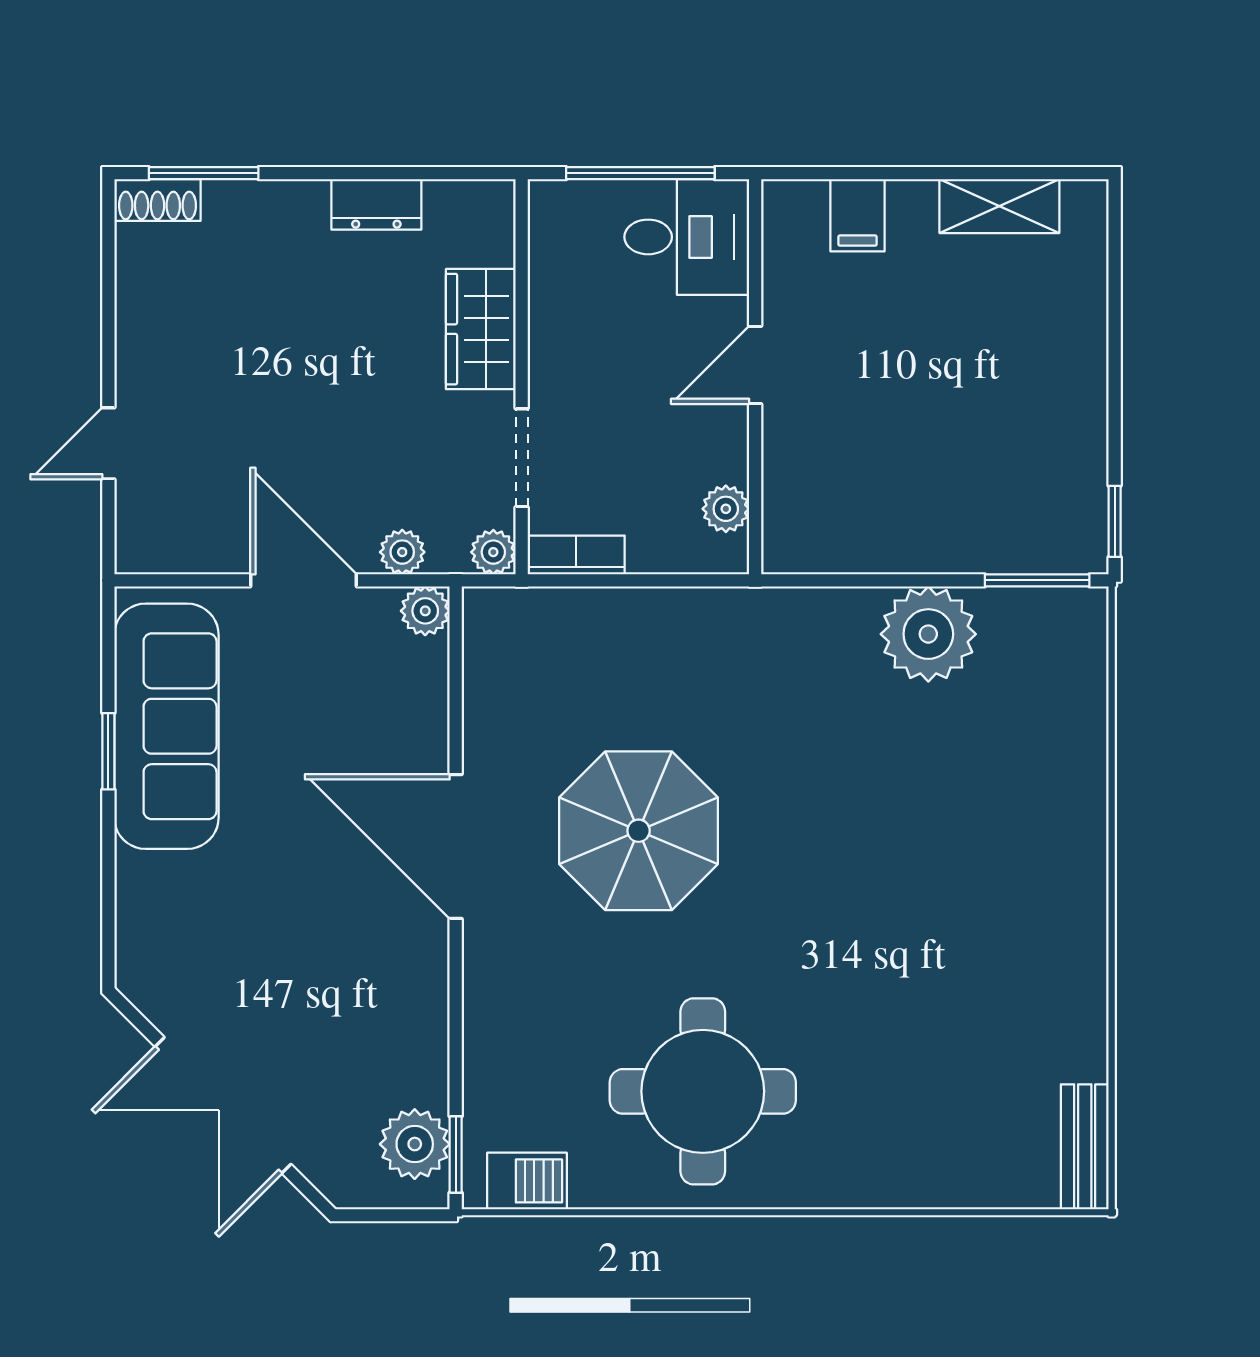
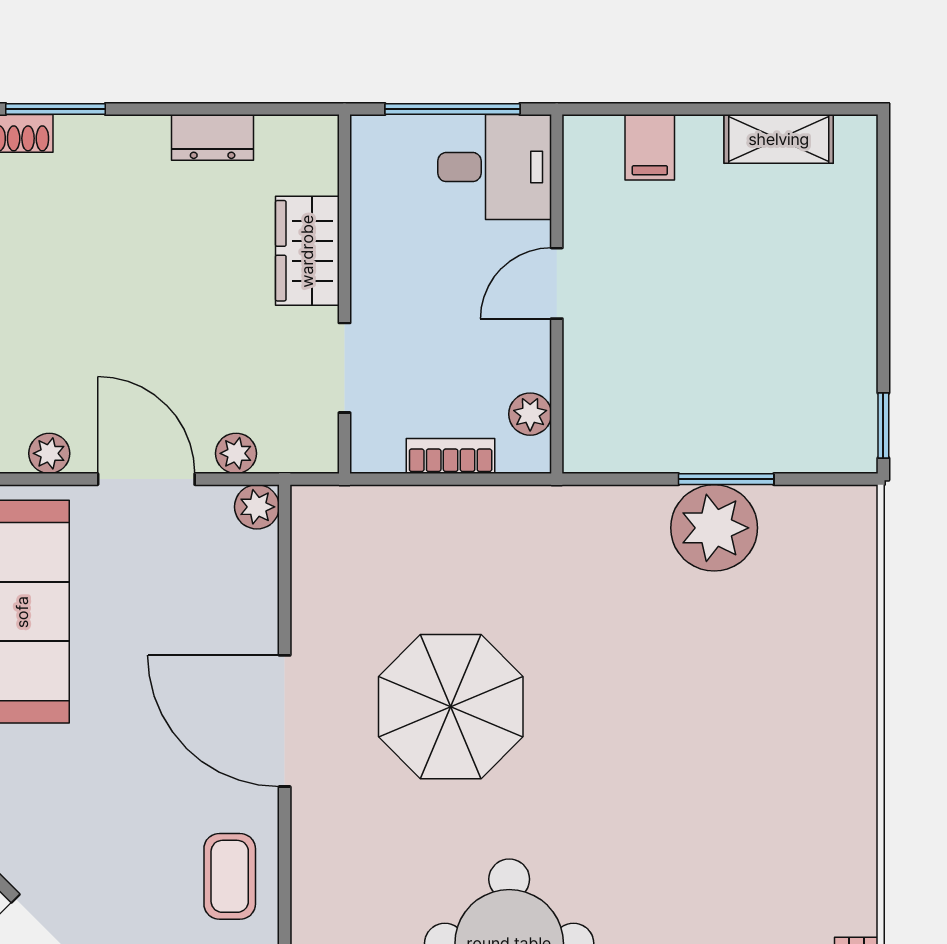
plant: (493, 552) -> (49, 453), moved
bookcase: (576, 555) -> (451, 456), moved
window: (1037, 580) -> (726, 479), moved
coffee table: (395, 1017) -> (230, 876), added

